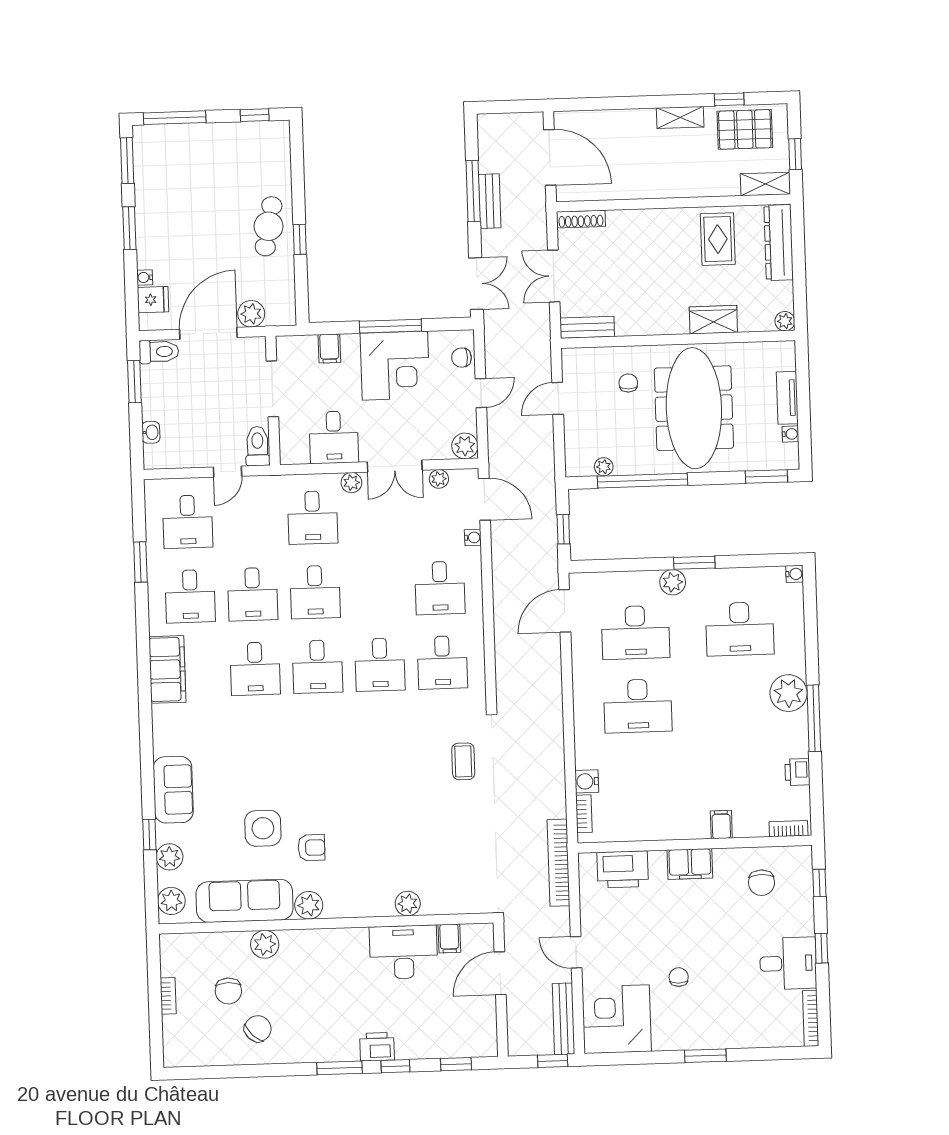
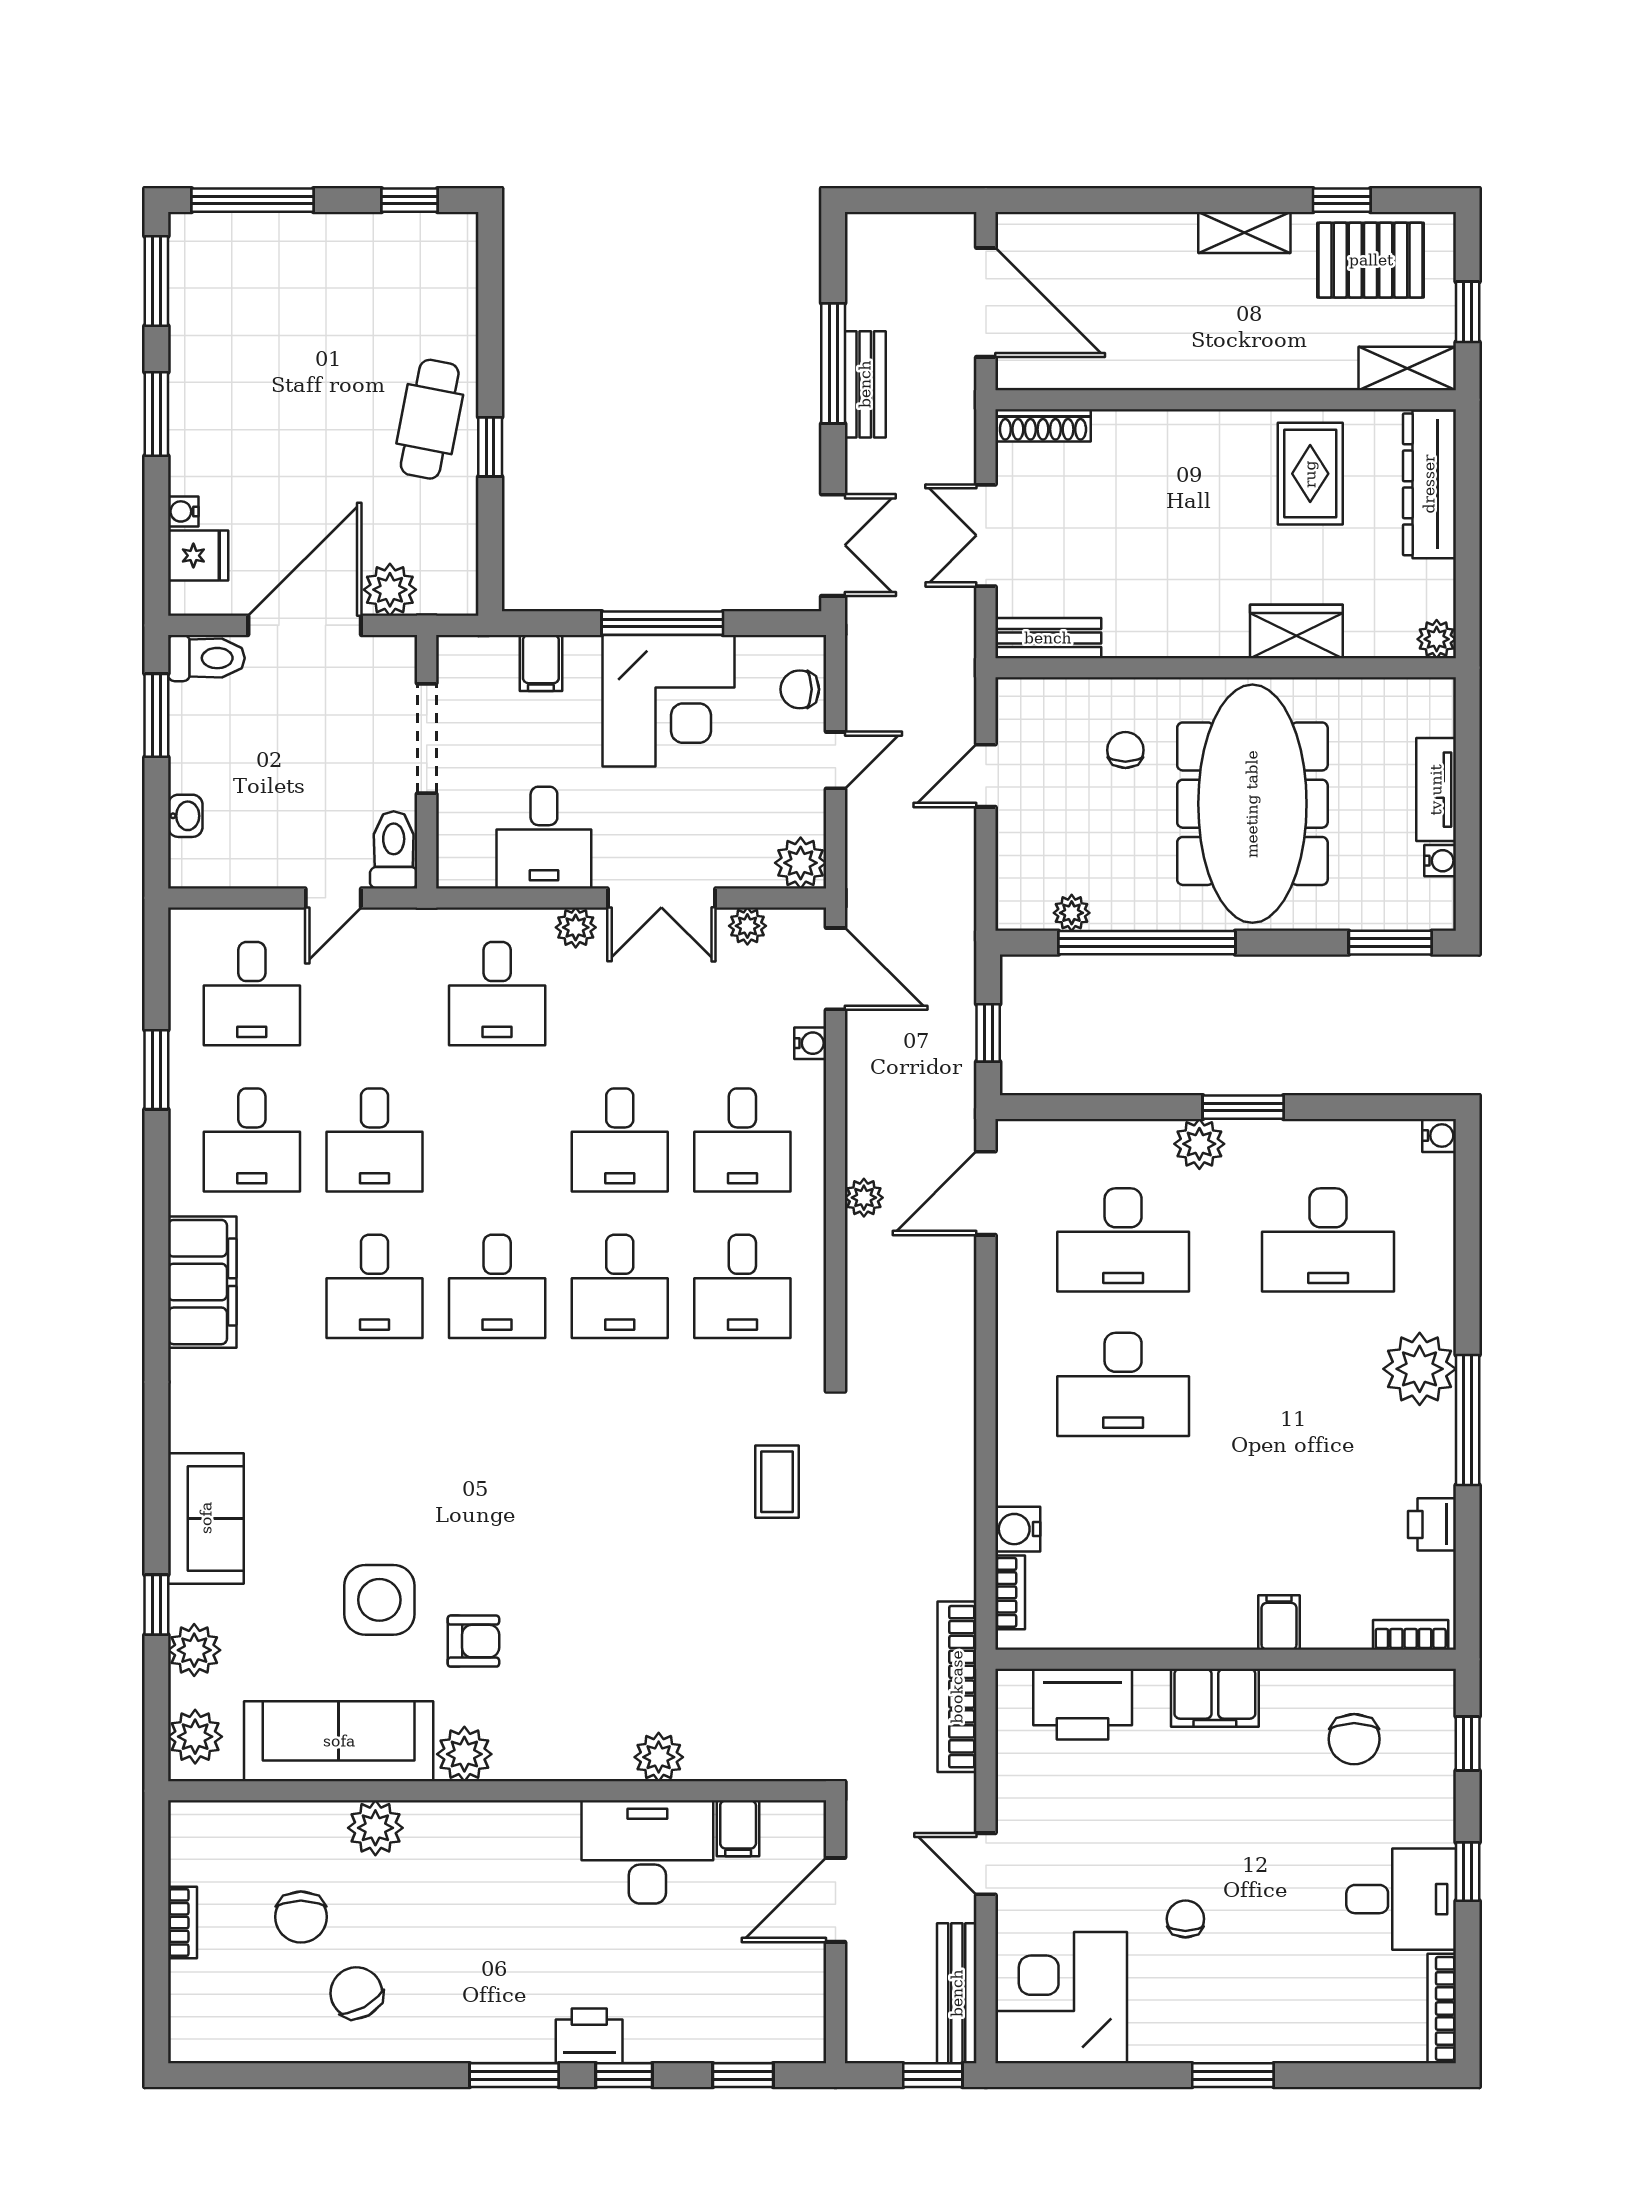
desk: (315, 592) -> (620, 1140), moved
plant: (503, 615) -> (864, 1198), added
chair: (258, 1029) -> (356, 1993), turned -74

